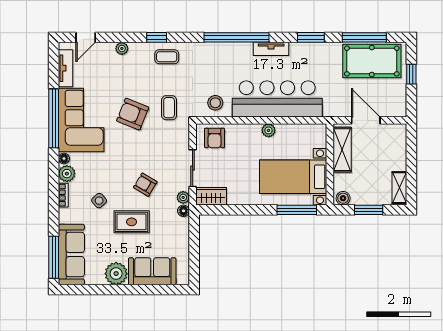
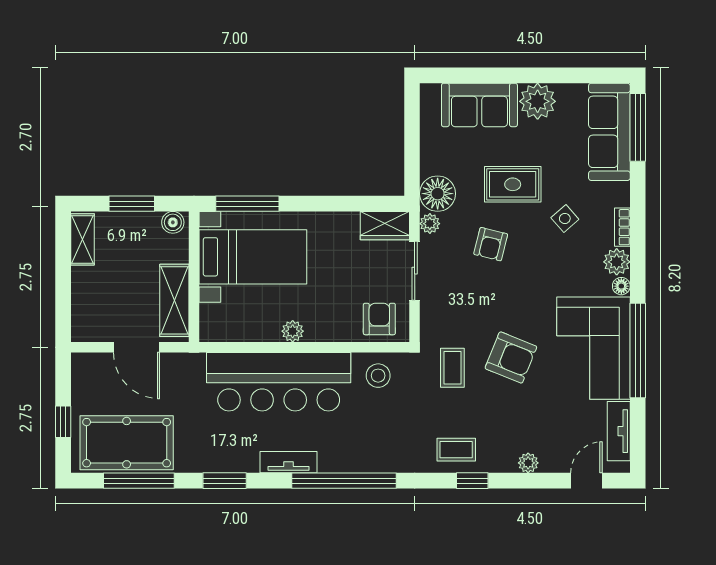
armchair: (145, 185) -> (491, 244), turned 73
floor lamp: (184, 211) -> (438, 194), width x1.89, depth x1.89

